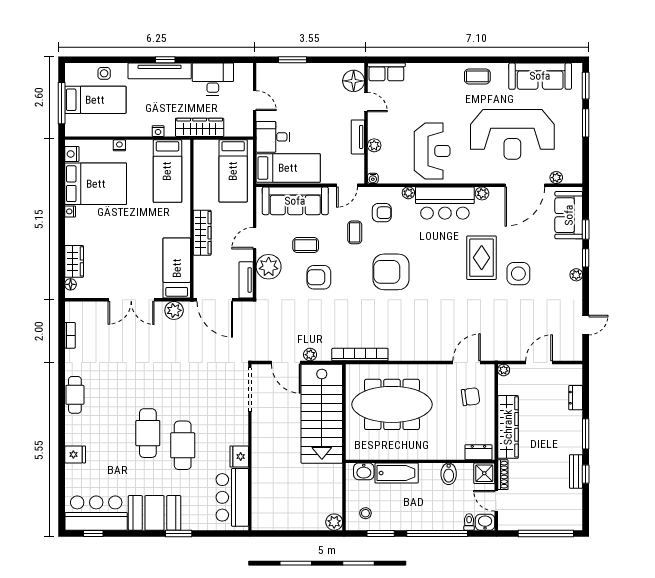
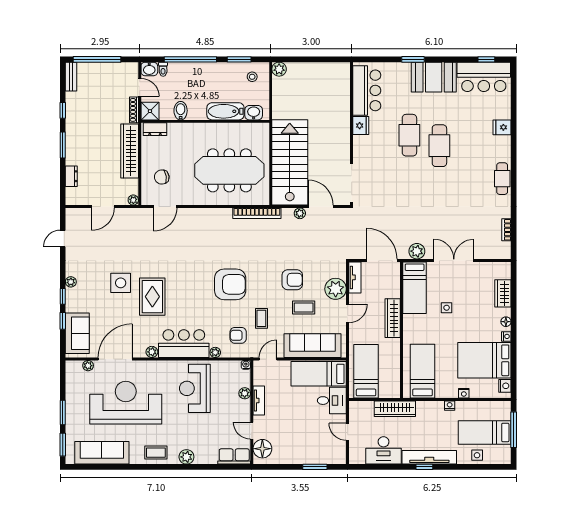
plant: (442, 71) -> (186, 457), added
nightstand: (158, 131) -> (450, 406), moved
side table: (139, 245) -> (447, 308), added
floor lamp: (71, 284) -> (506, 322), moved
bench: (576, 471) -> (71, 77), moved

